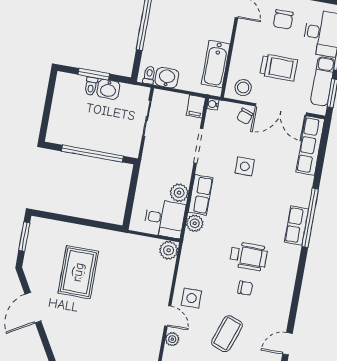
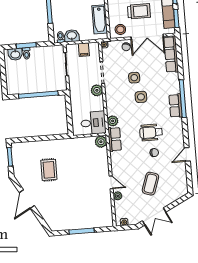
washbasin: (108, 89) -> (15, 54), moved
filing cabinet: (196, 106) -> (84, 50), moved
plant: (179, 193) -> (97, 90), moved
row of seats: (201, 195) -> (115, 139), moved
wheelchair: (248, 256) -> (151, 132), turned 180
rug: (78, 272) -> (49, 170), width x0.73, depth x0.70
side table: (192, 298) -> (141, 97), moved
door: (287, 344) -> (187, 154), moved

